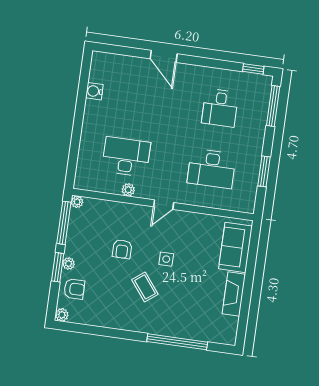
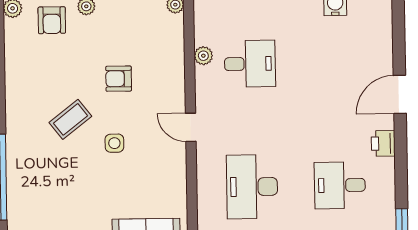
printer: (196, 73) -> (383, 143), added
desk: (126, 157) -> (250, 64), width x0.73
plant: (128, 190) -> (203, 56), moved

